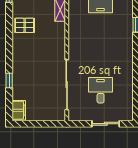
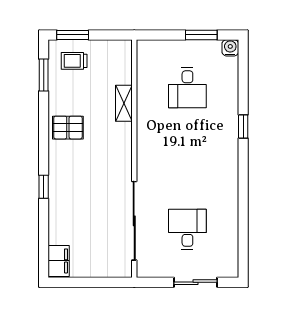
window: (9, 81) -> (44, 187), moved

